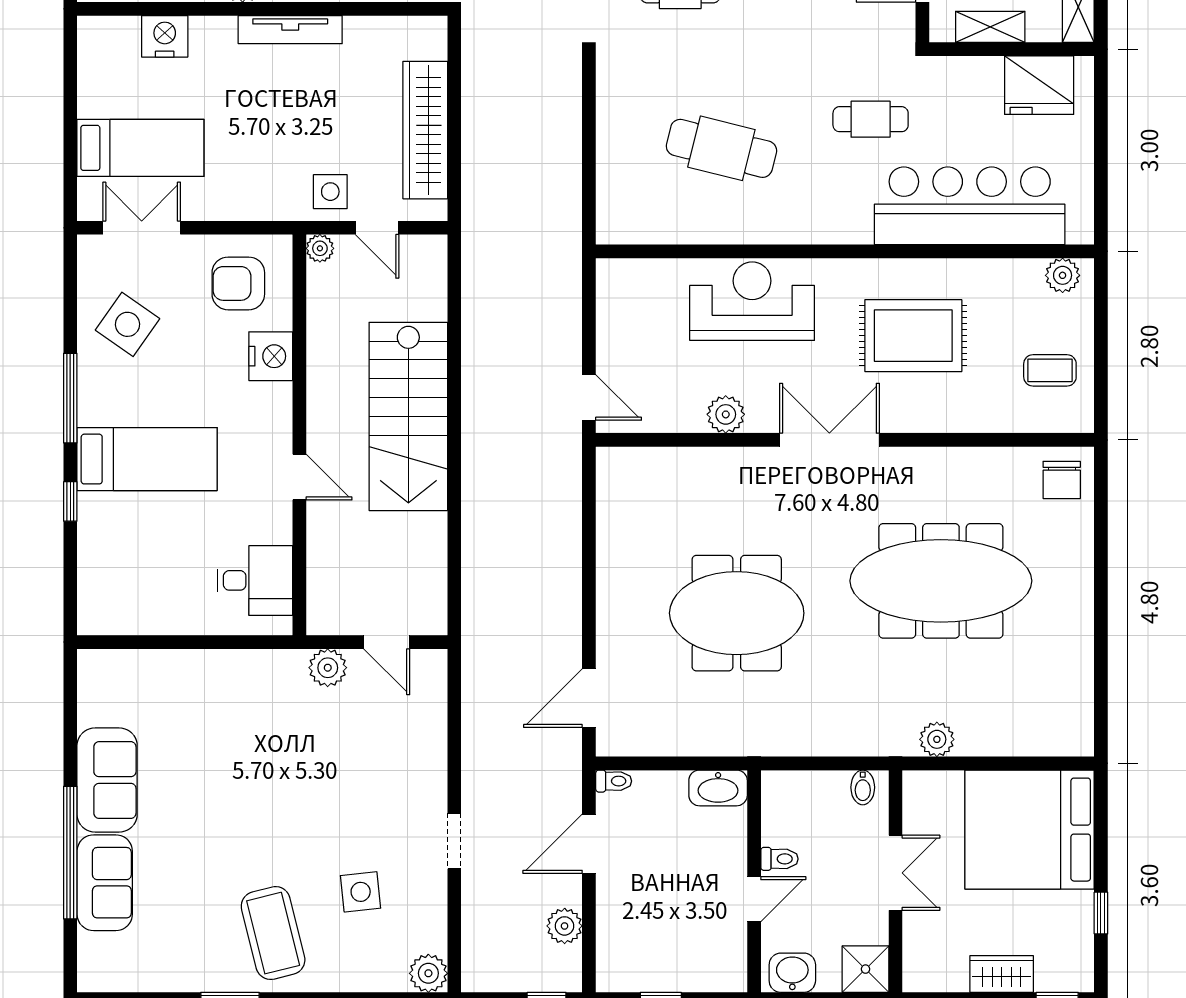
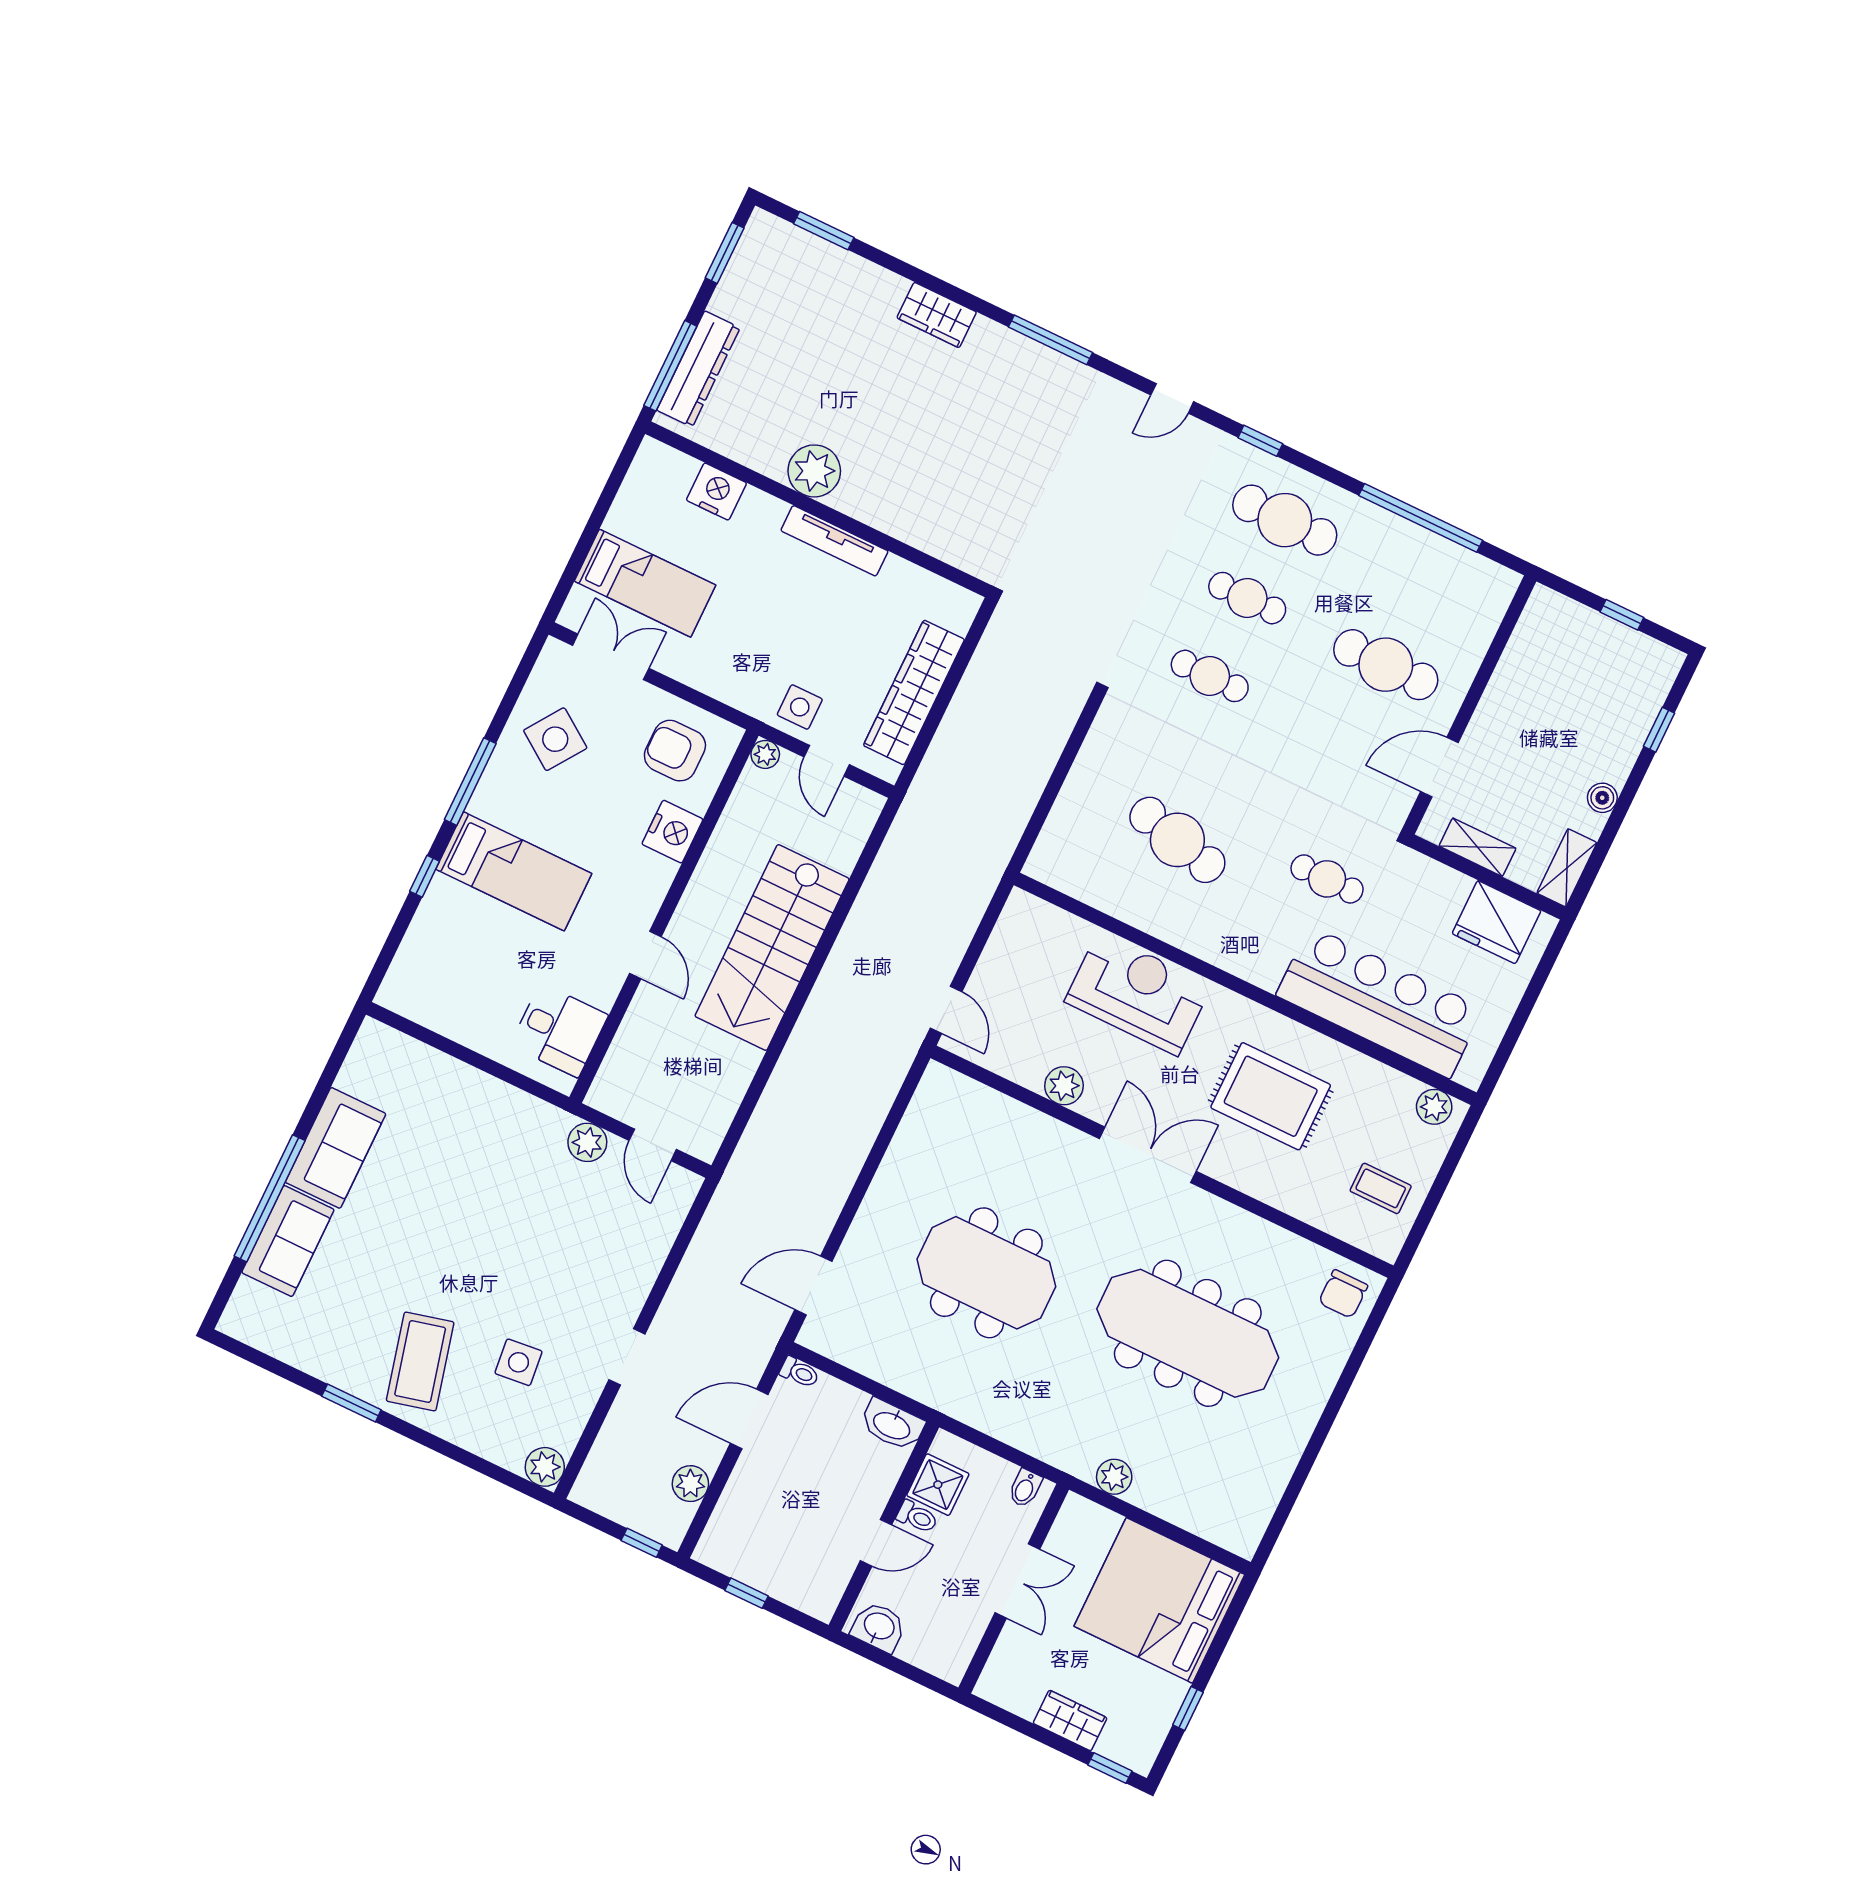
shower: (865, 969) -> (938, 1485), moved

